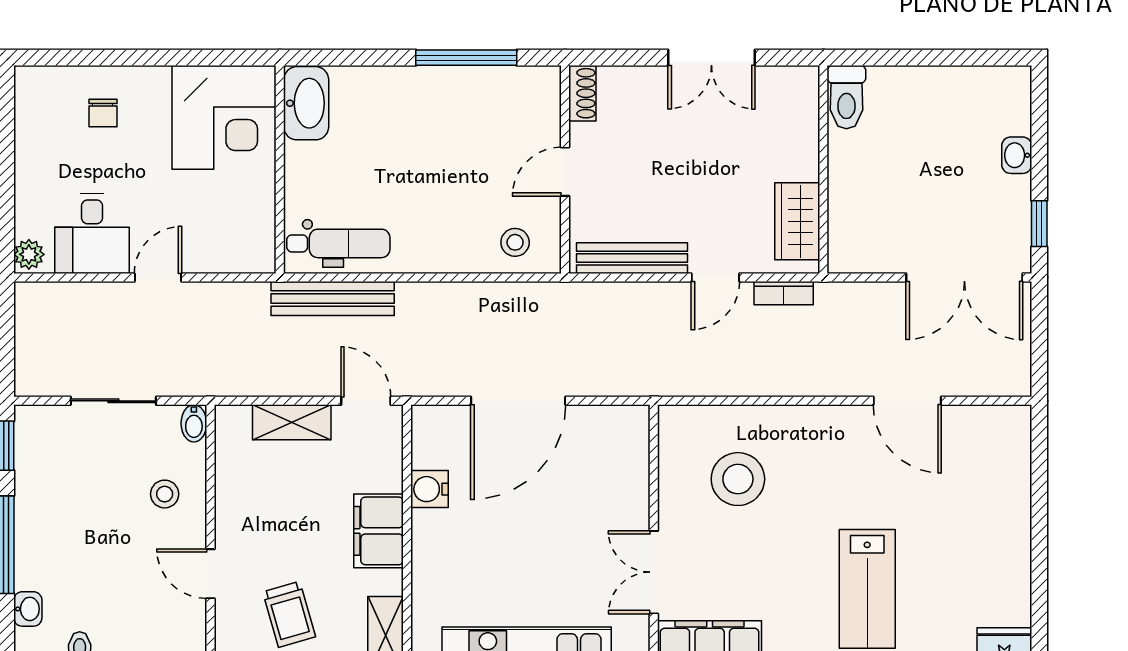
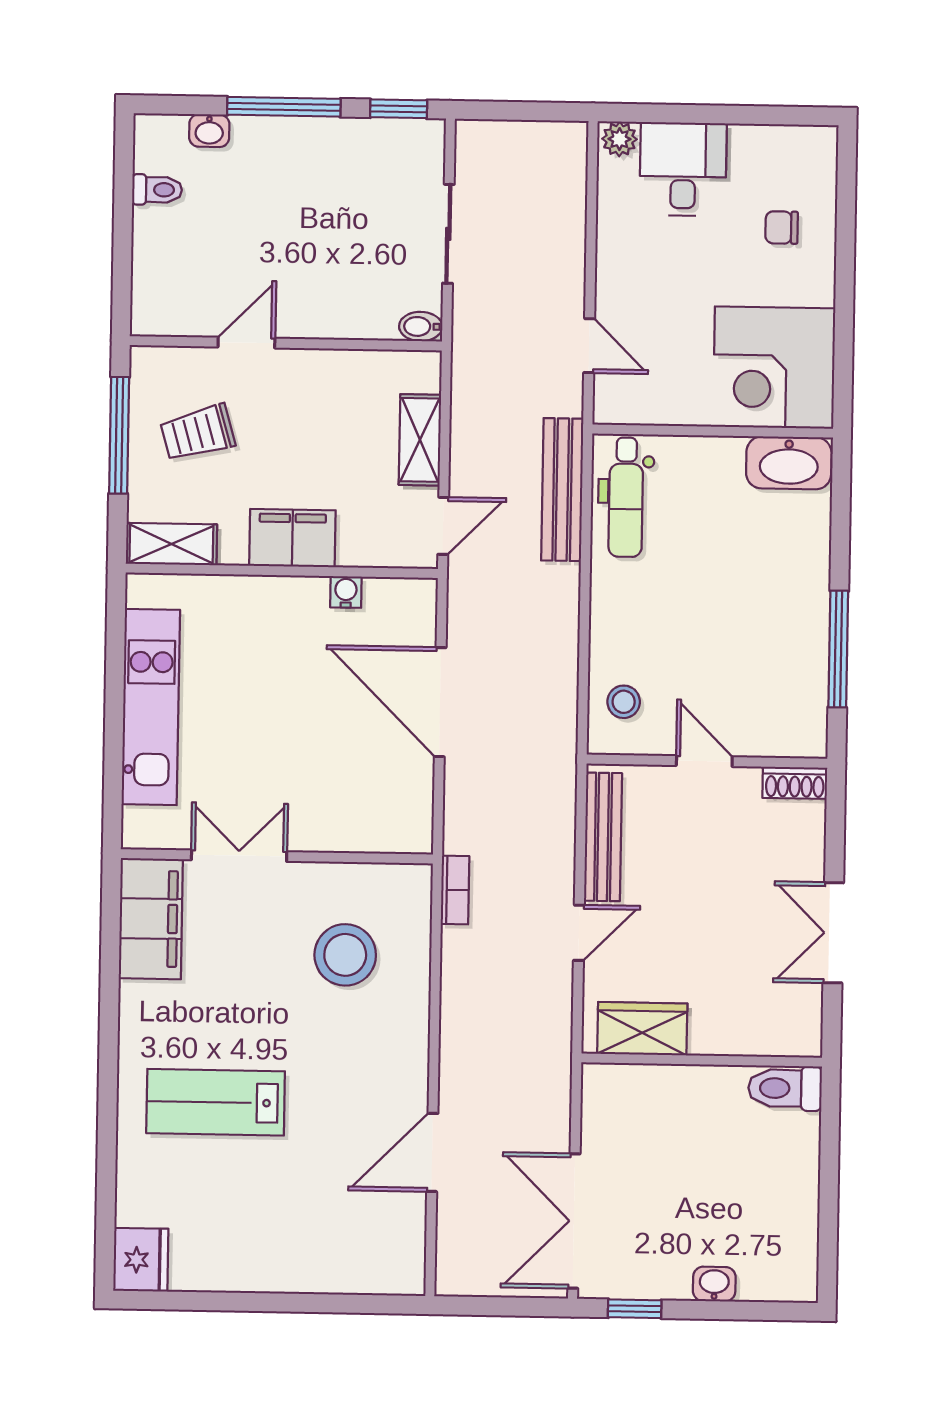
desk: (92, 233) -> (683, 169), moved, turned 90
door: (158, 277) -> (589, 346), moved
door: (715, 277) -> (579, 933), swing flipped
bookcase: (784, 293) -> (455, 890), moved, turned 180
water cooler: (430, 489) -> (346, 592), width x0.72, depth x0.72
stool: (165, 494) -> (339, 291), removed

